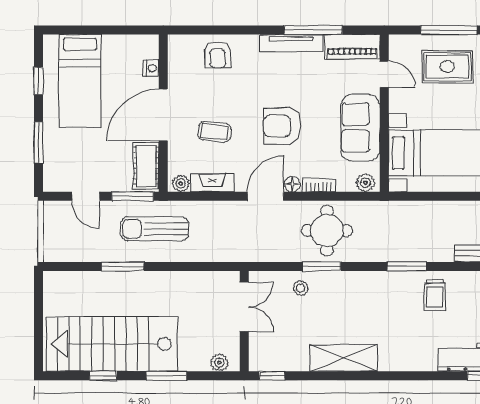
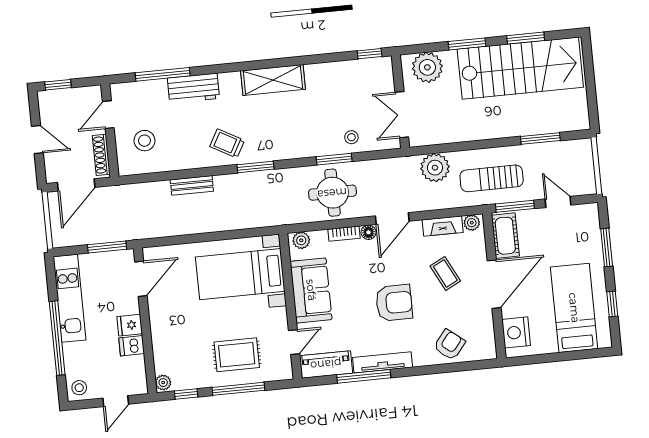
armchair: (218, 55) -> (449, 345), turned 39
nightstand: (151, 68) -> (516, 332), width x1.89, depth x1.79
door: (384, 74) -> (294, 342), swing flipped
armchair: (282, 126) -> (394, 303), moved
coffee table: (214, 132) -> (445, 273), turned 57
sun lounger: (155, 229) -> (492, 178), turned 180
plant: (214, 246) -> (435, 168), added
window: (123, 266) -> (540, 139), moved
trolley: (435, 295) -> (227, 143), turned -61
shelving: (344, 358) -> (273, 80), moved
plant: (219, 363) -> (427, 67), width x1.88, depth x1.88
window: (103, 376) -> (526, 38), width x1.50

